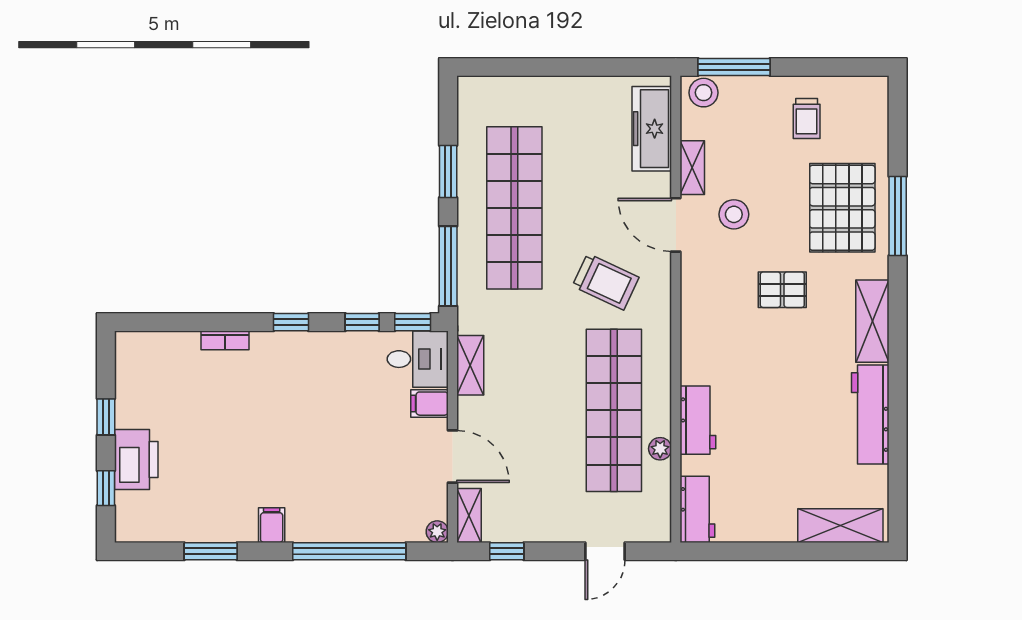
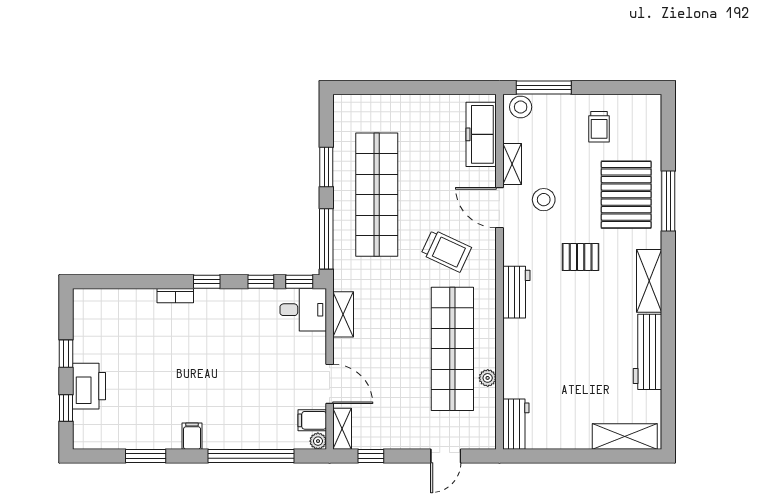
bookcase: (225, 340) -> (175, 296), moved
filing cabinet: (430, 404) -> (312, 420), moved
workbench: (698, 420) -> (516, 292), moved

